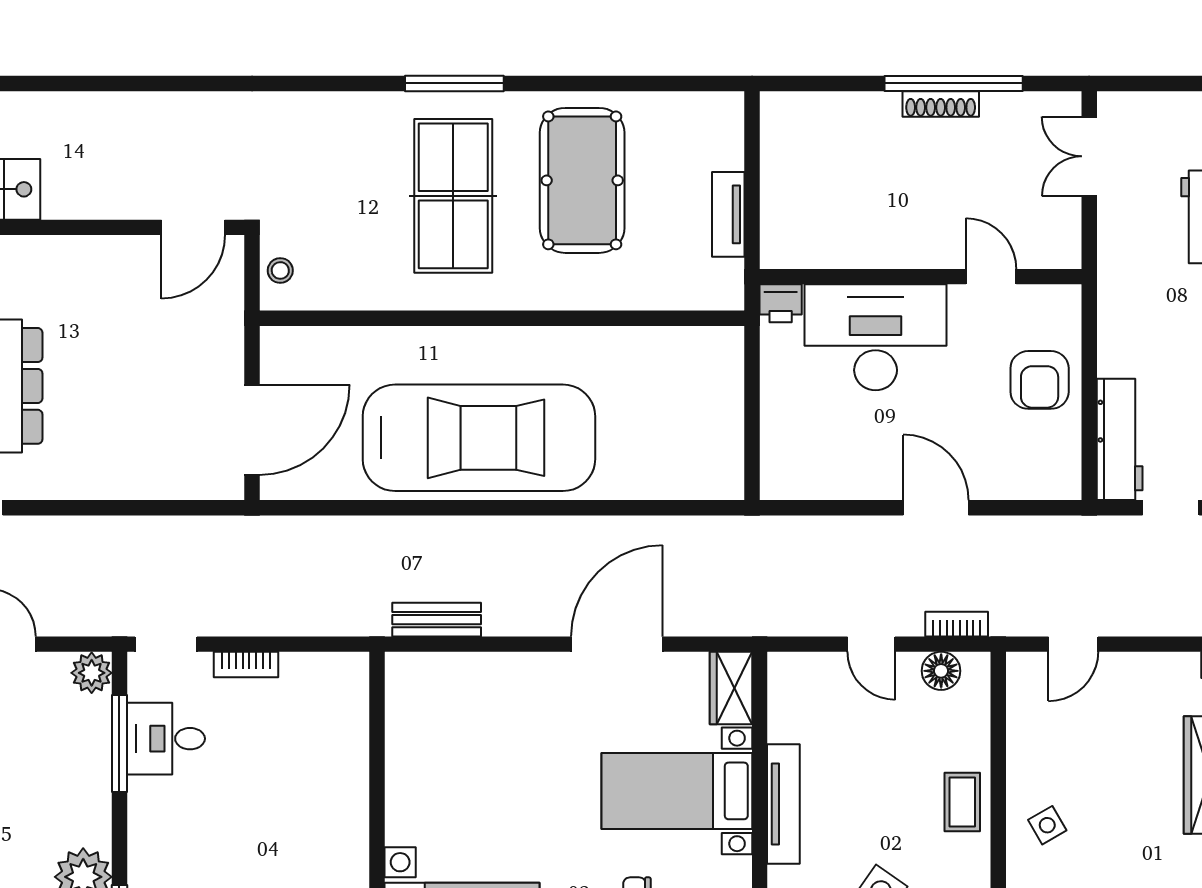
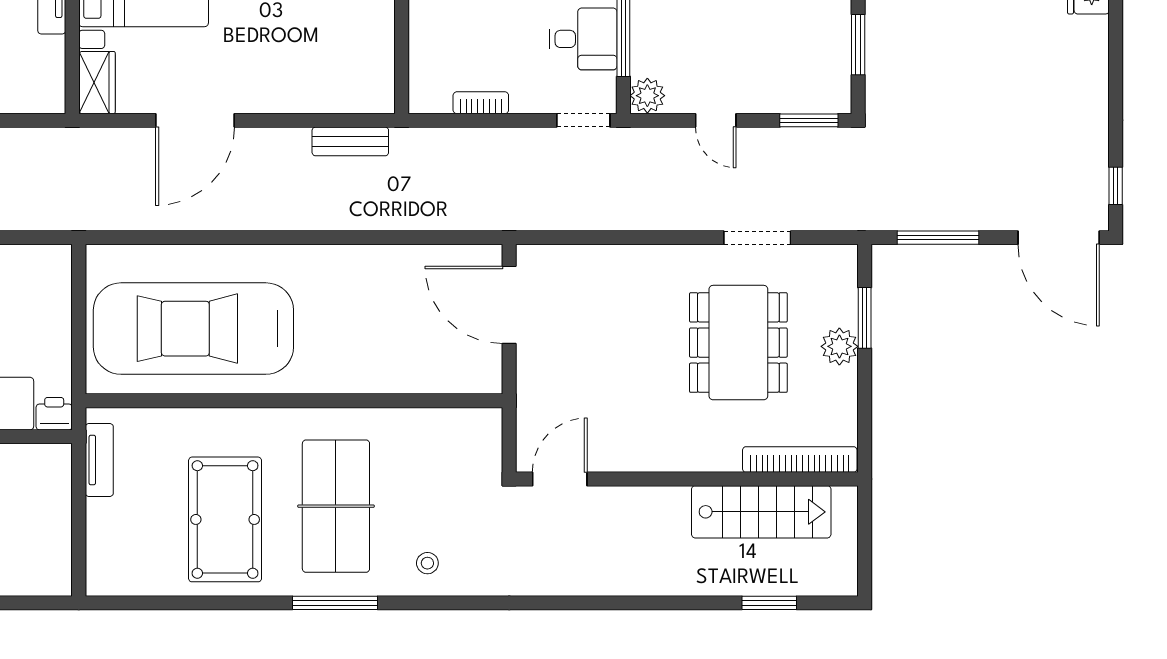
tv unit: (728, 214) -> (99, 460), moved
stool: (280, 270) -> (427, 563), moved
door: (252, 430) -> (509, 305), hinge flipped
car: (479, 438) -> (193, 329), moved
bookcase: (246, 664) -> (481, 103), moved

